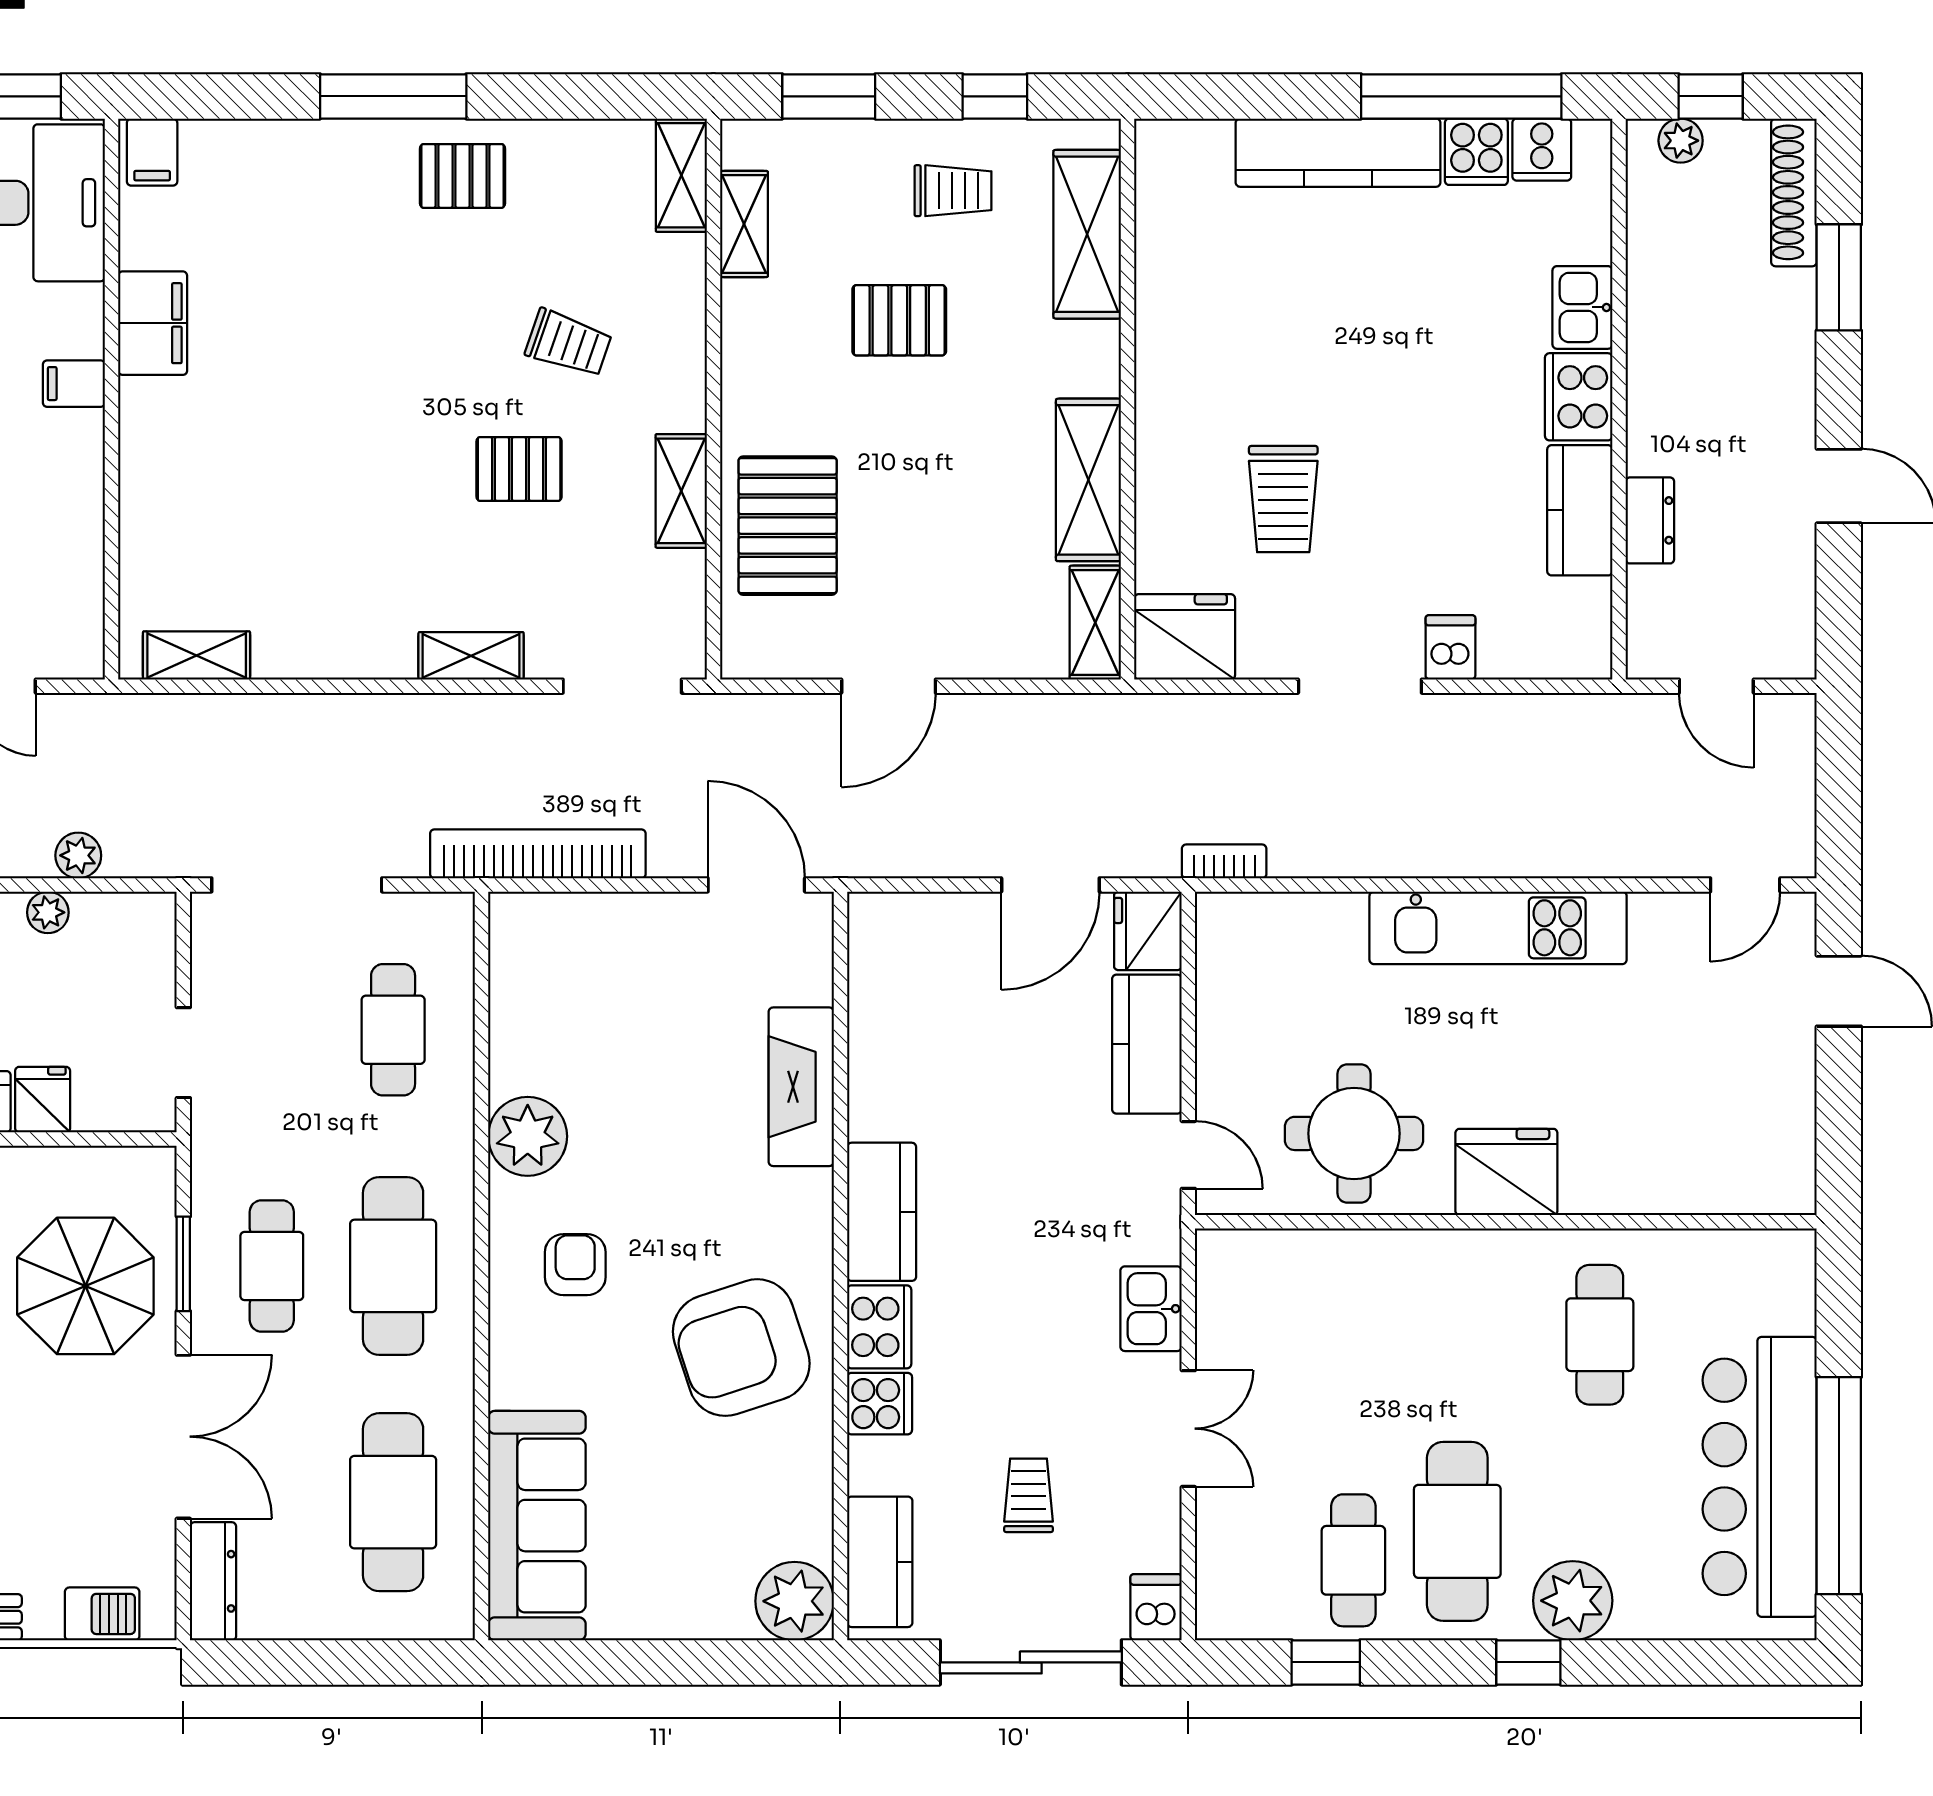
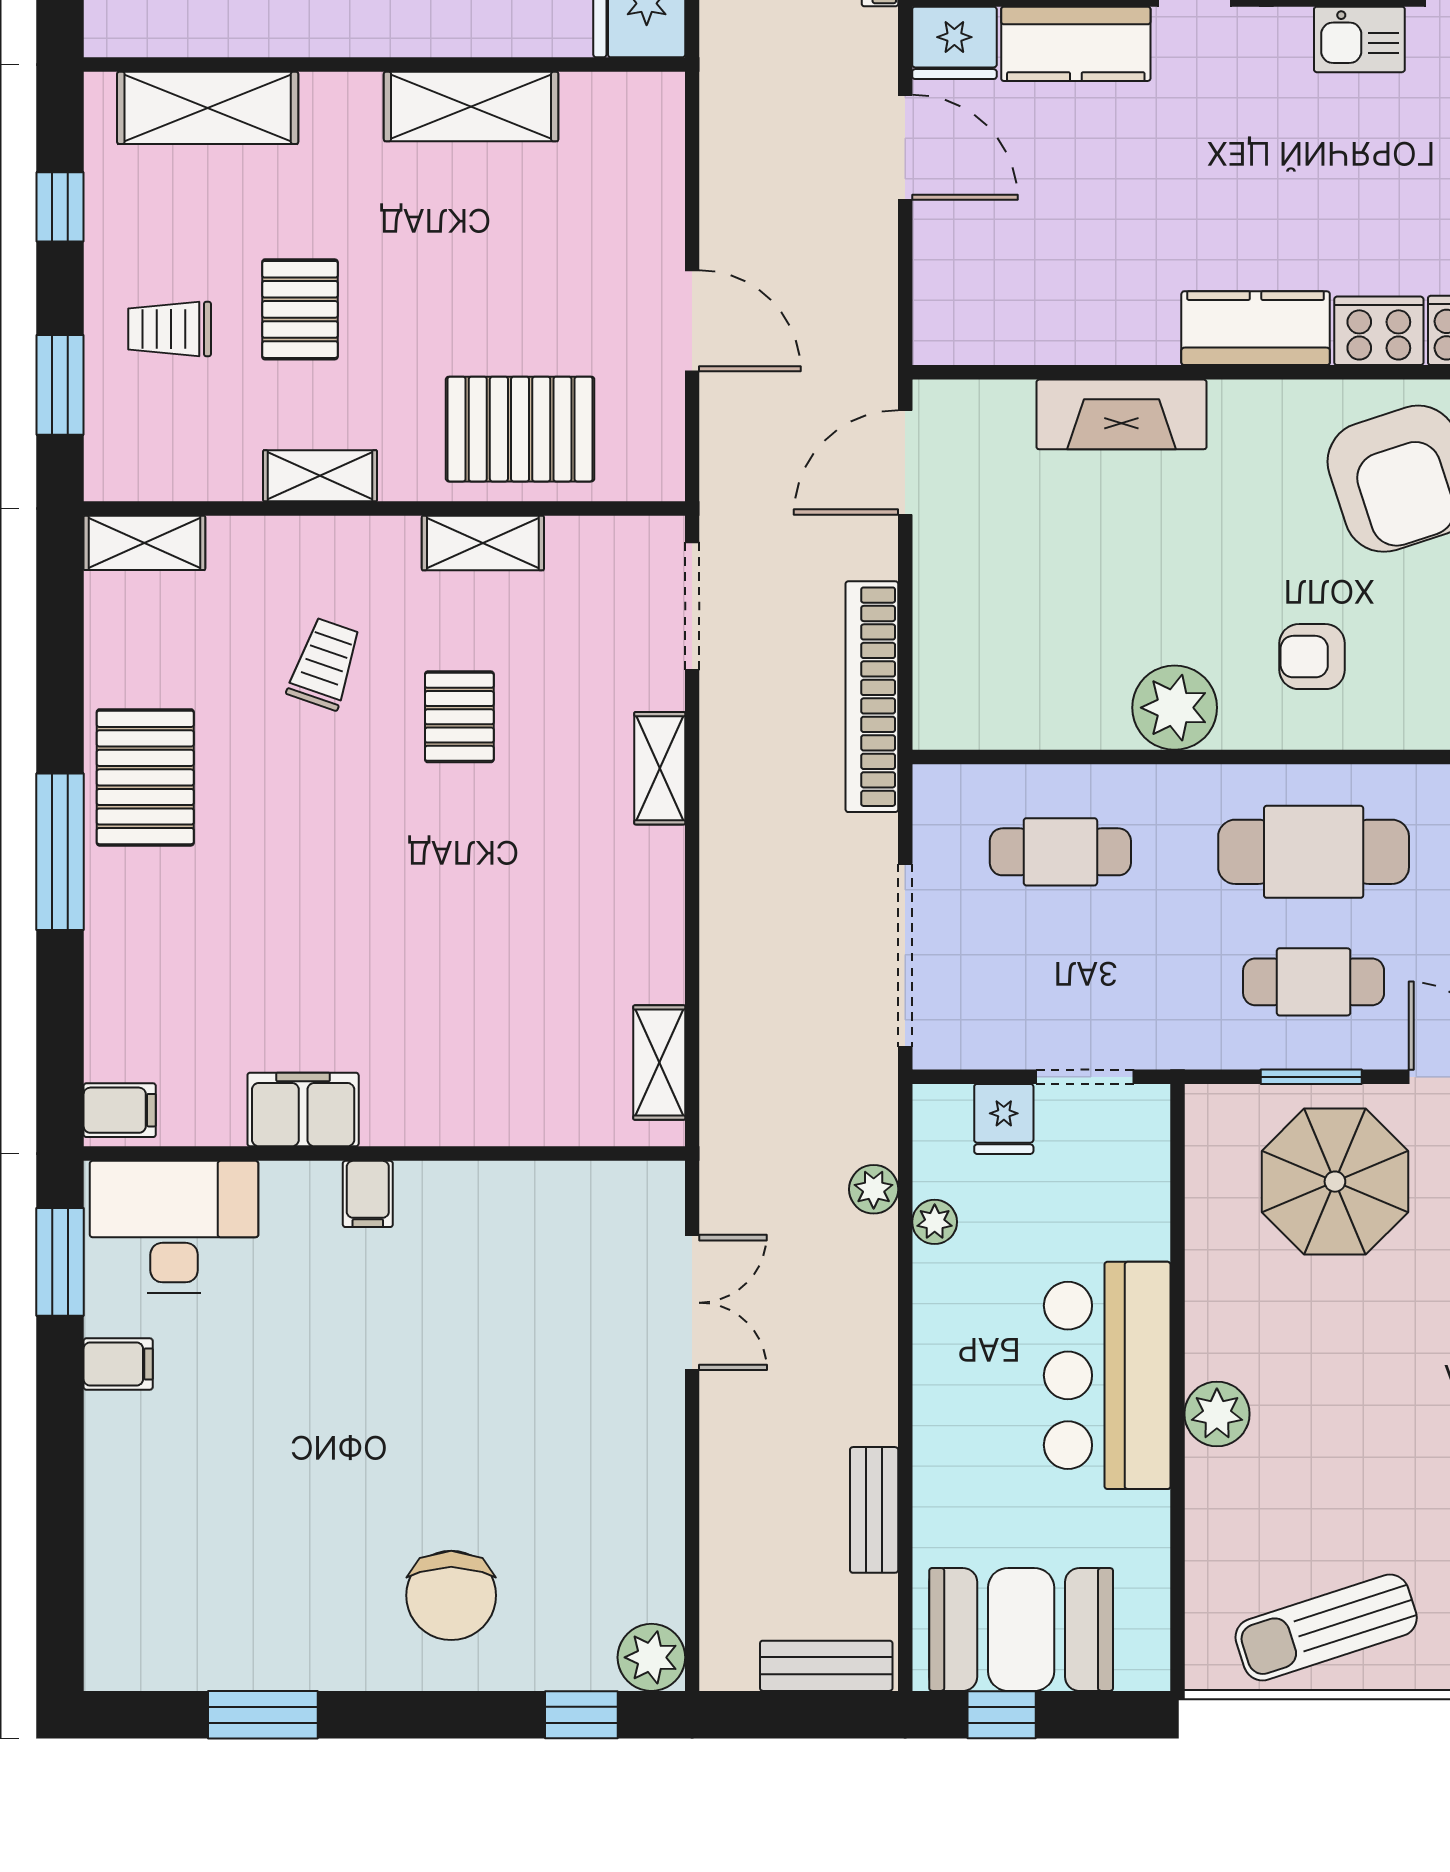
pallet: (463, 176) -> (145, 777), width x1.50, depth x1.42
trolley: (953, 191) -> (170, 329), moved, turned -90
shelving: (744, 224) -> (320, 476), moved
shelving: (1095, 623) -> (624, 99), removed
fridge: (43, 1100) -> (1004, 1119), moved, turned -90

